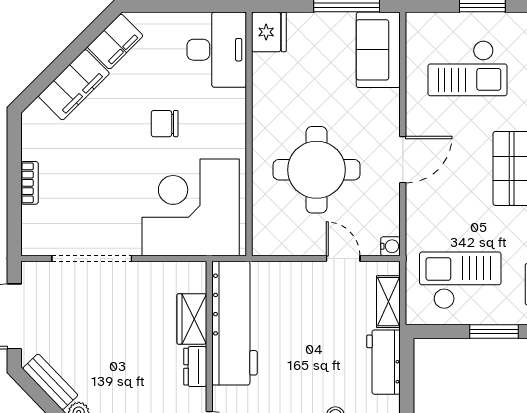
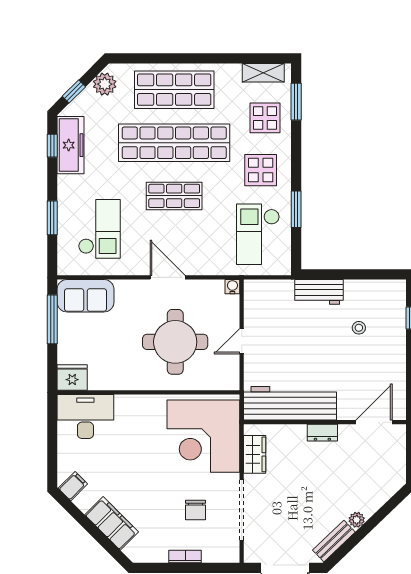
filing cabinet: (115, 41) -> (73, 486), width x0.50
chair: (165, 124) -> (196, 510), moved
door: (343, 259) -> (242, 341), moved
shelving: (388, 302) -> (274, 288), removed
wardrobe: (192, 319) -> (255, 454), moved, turned -90

